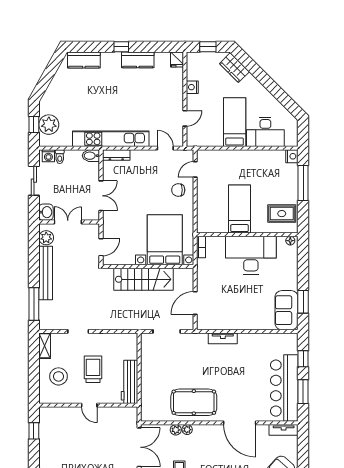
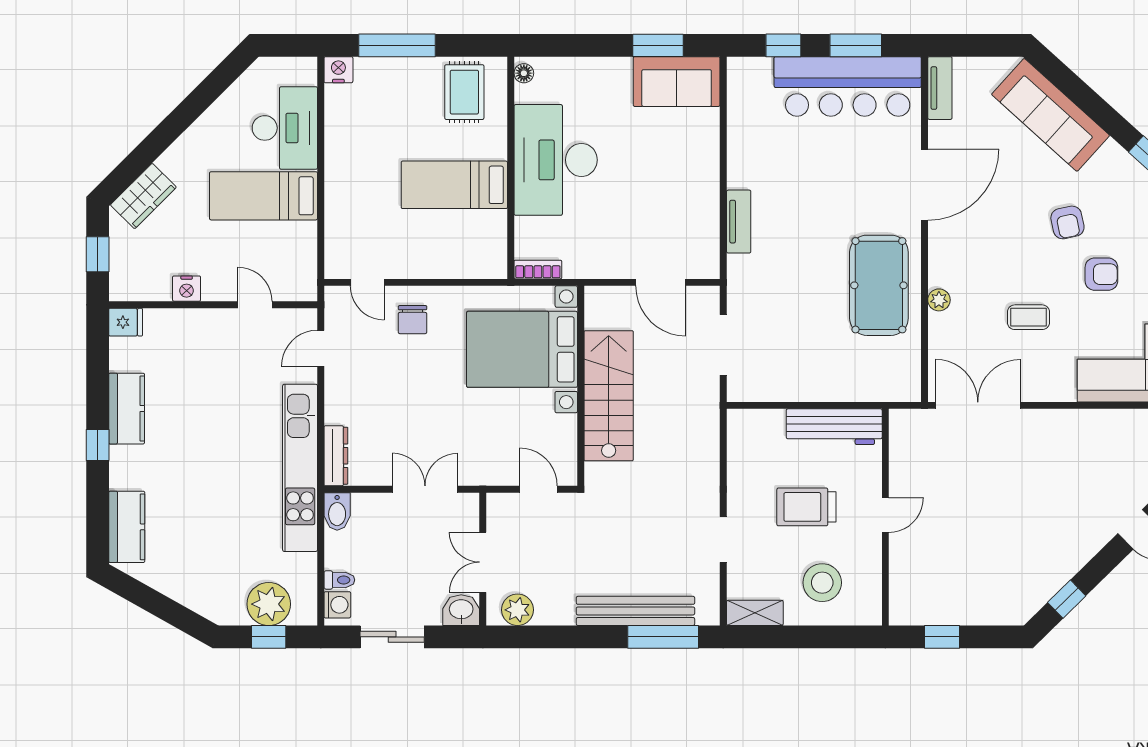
bench: (46, 273) -> (635, 611), moved
plant: (176, 430) -> (940, 325), removed

